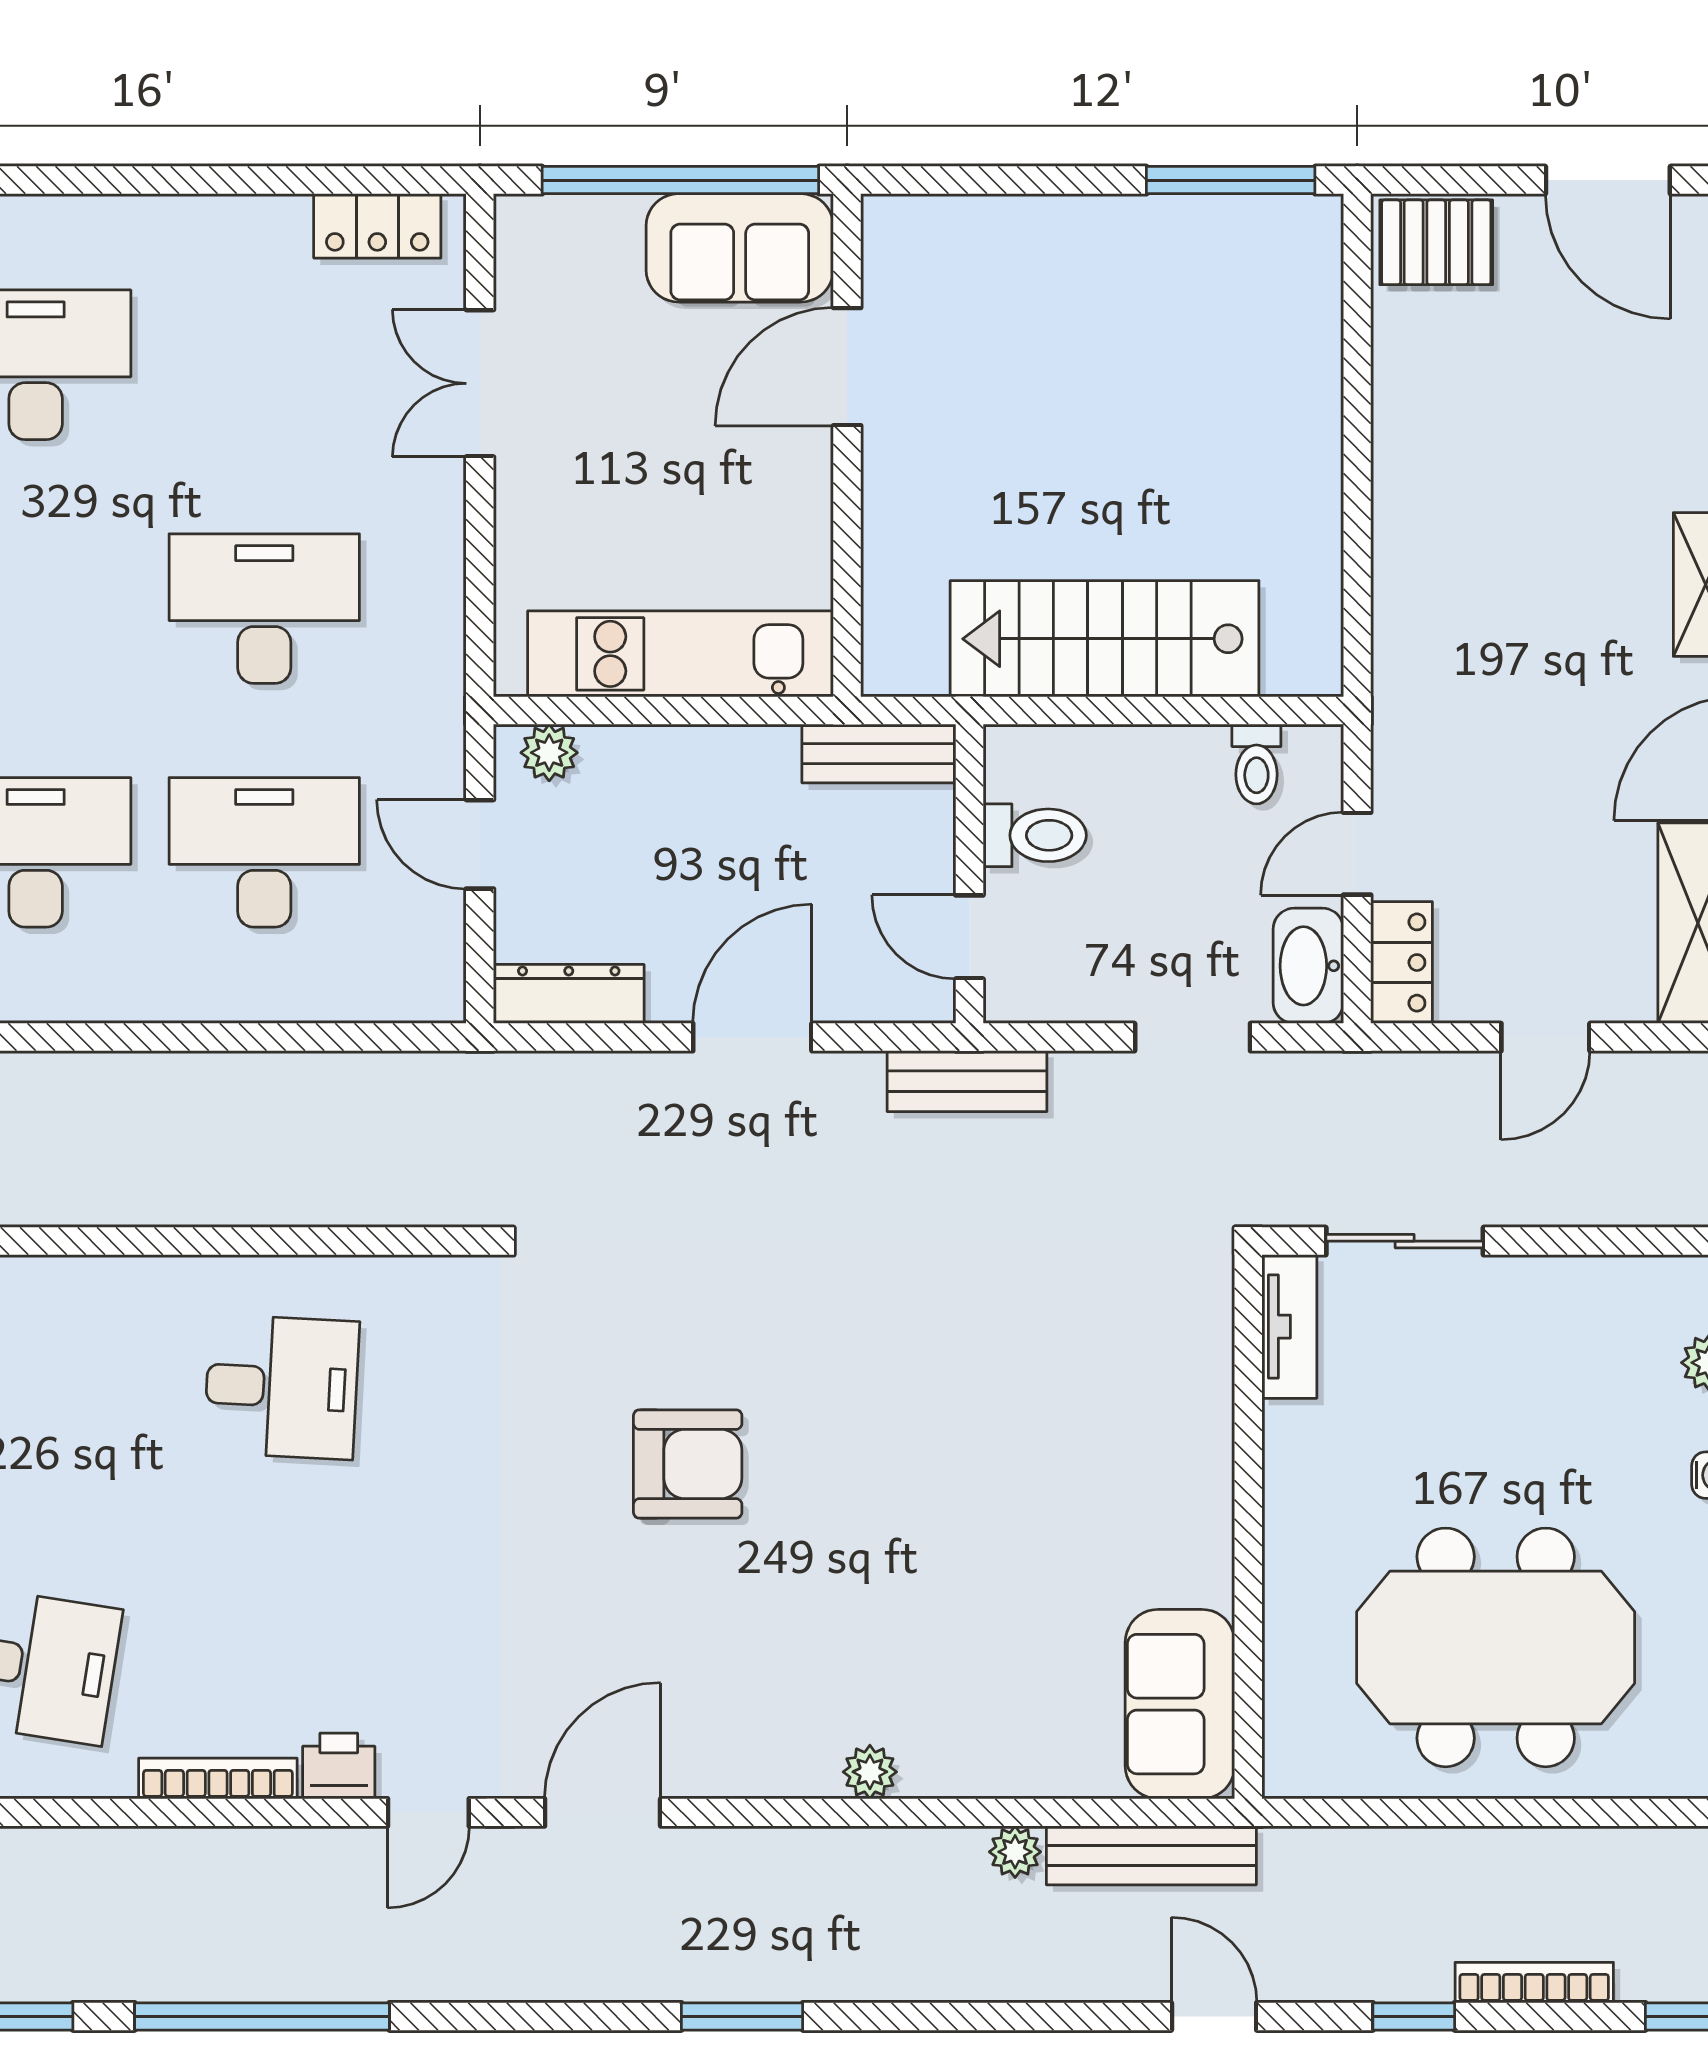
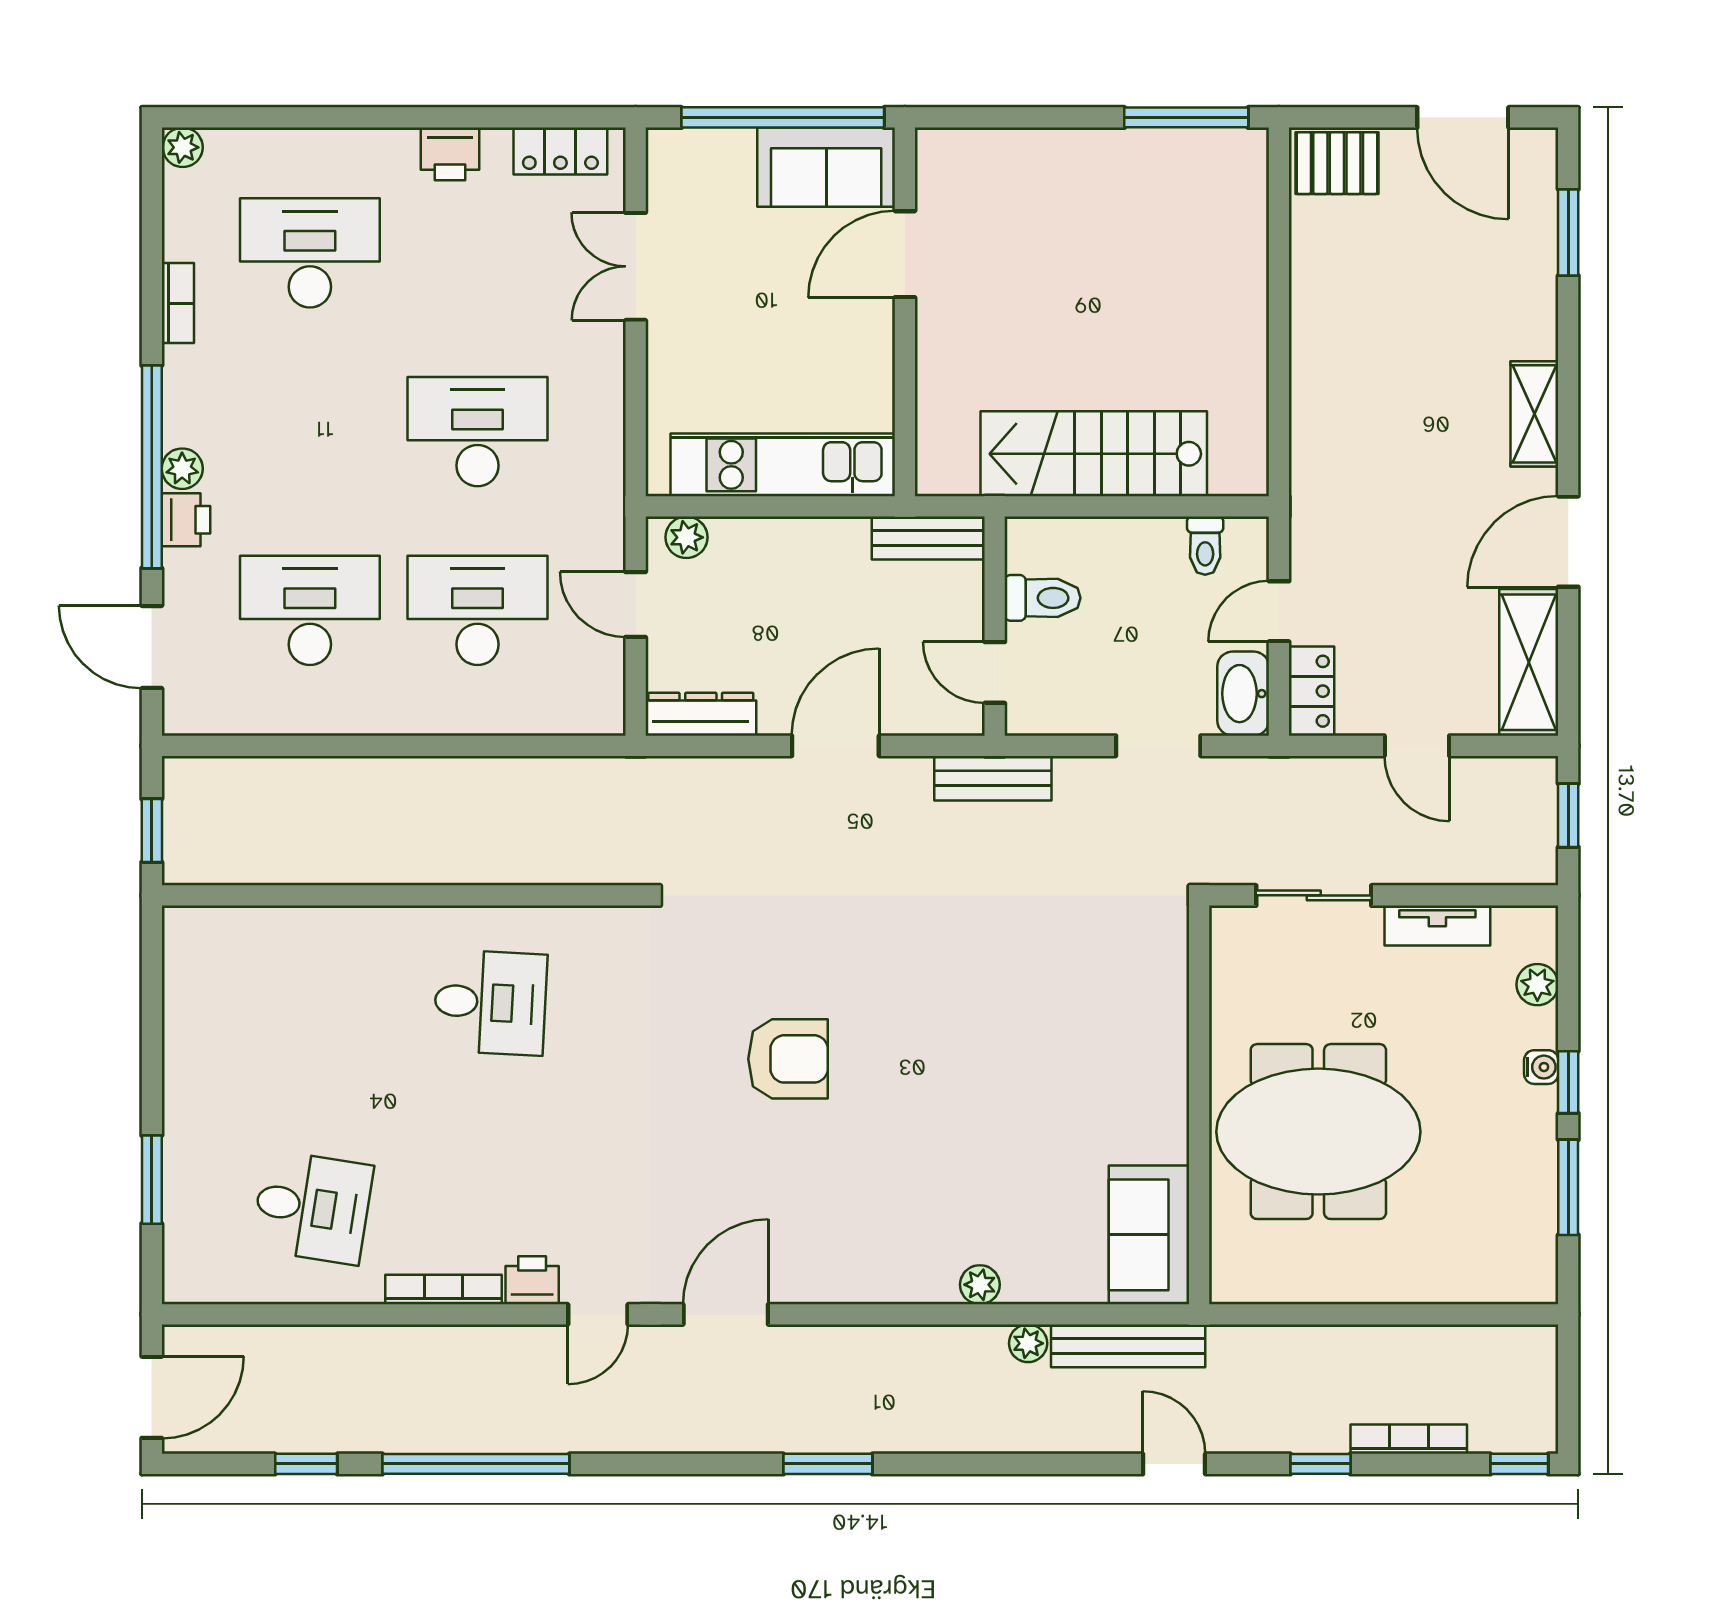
printer: (227, 230) -> (450, 154), added
door: (1545, 1037) -> (1417, 746), hinge flipped
tv unit: (1289, 1327) -> (1437, 926), moved, turned 90
meeting table: (1496, 1647) -> (1318, 1132), moved
plant: (870, 1772) -> (980, 1285), moved

